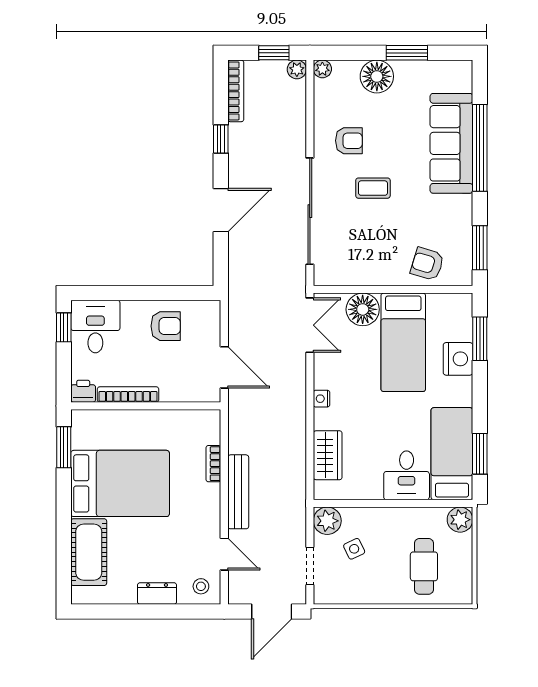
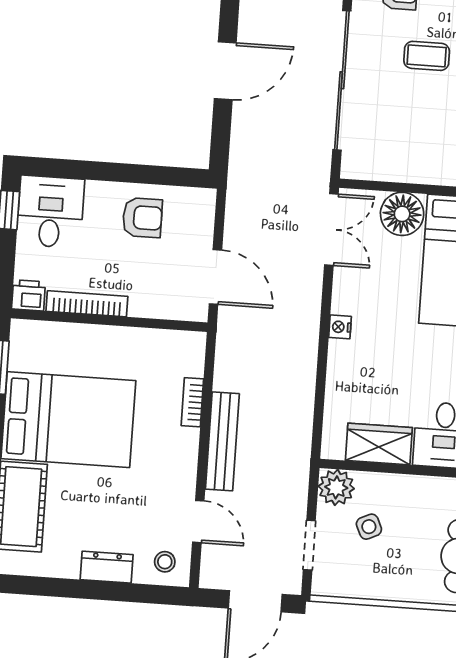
wardrobe: (328, 455) -> (379, 444), moved, turned -90

